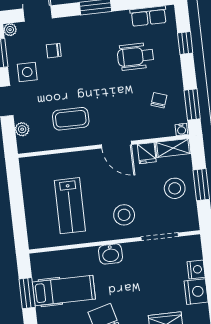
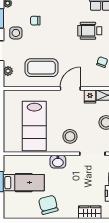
coffee table: (71, 119) -> (42, 68), width x1.36, depth x1.32
door: (116, 145) -> (70, 89), swing flipped
lab bench: (70, 206) -> (34, 126), width x1.36, depth x1.39

